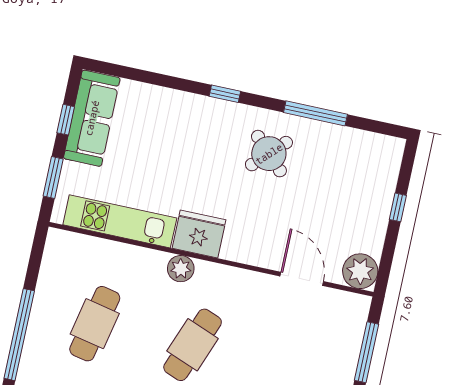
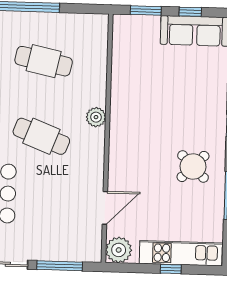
kitchen unit: (120, 221) -> (181, 253), moved, turned -90
fridge: (199, 234) -> (124, 126), removed

